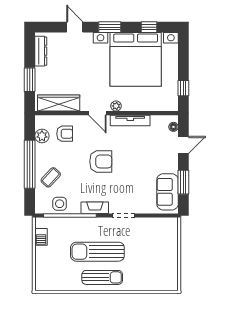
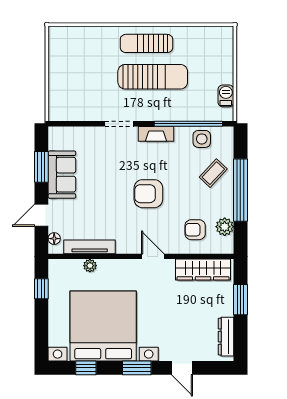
plant: (116, 106) -> (90, 266), moved
tv unit: (130, 120) -> (90, 247), moved
sofa: (168, 192) -> (62, 175), moved

